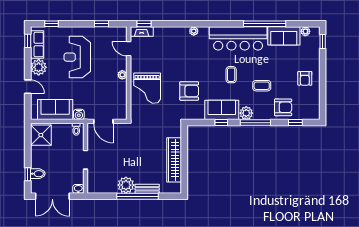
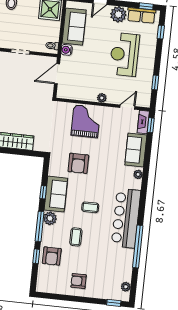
sofa: (284, 36) -> (136, 150), moved
reception desk: (77, 57) -> (124, 54), turned -90
grand piano: (147, 88) -> (86, 121), turned 90
window: (295, 123) -> (36, 256), moved

